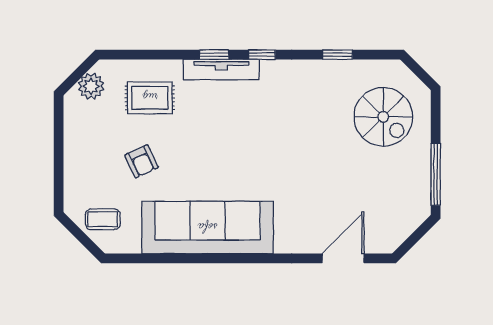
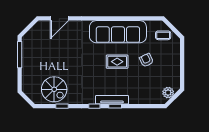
rug: (150, 98) -> (117, 62), moved
spiral stairs: (383, 117) -> (54, 89), moved, turned 180

